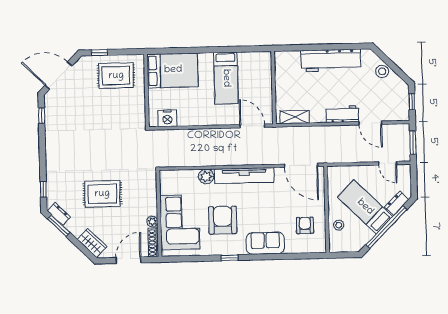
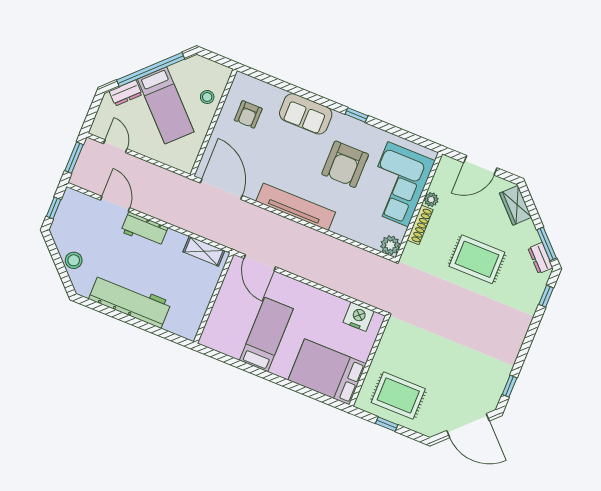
window: (100, 53) -> (387, 424), moved
plant: (206, 177) -> (390, 245), moved
shoe rack: (153, 242) -> (420, 225), moved

